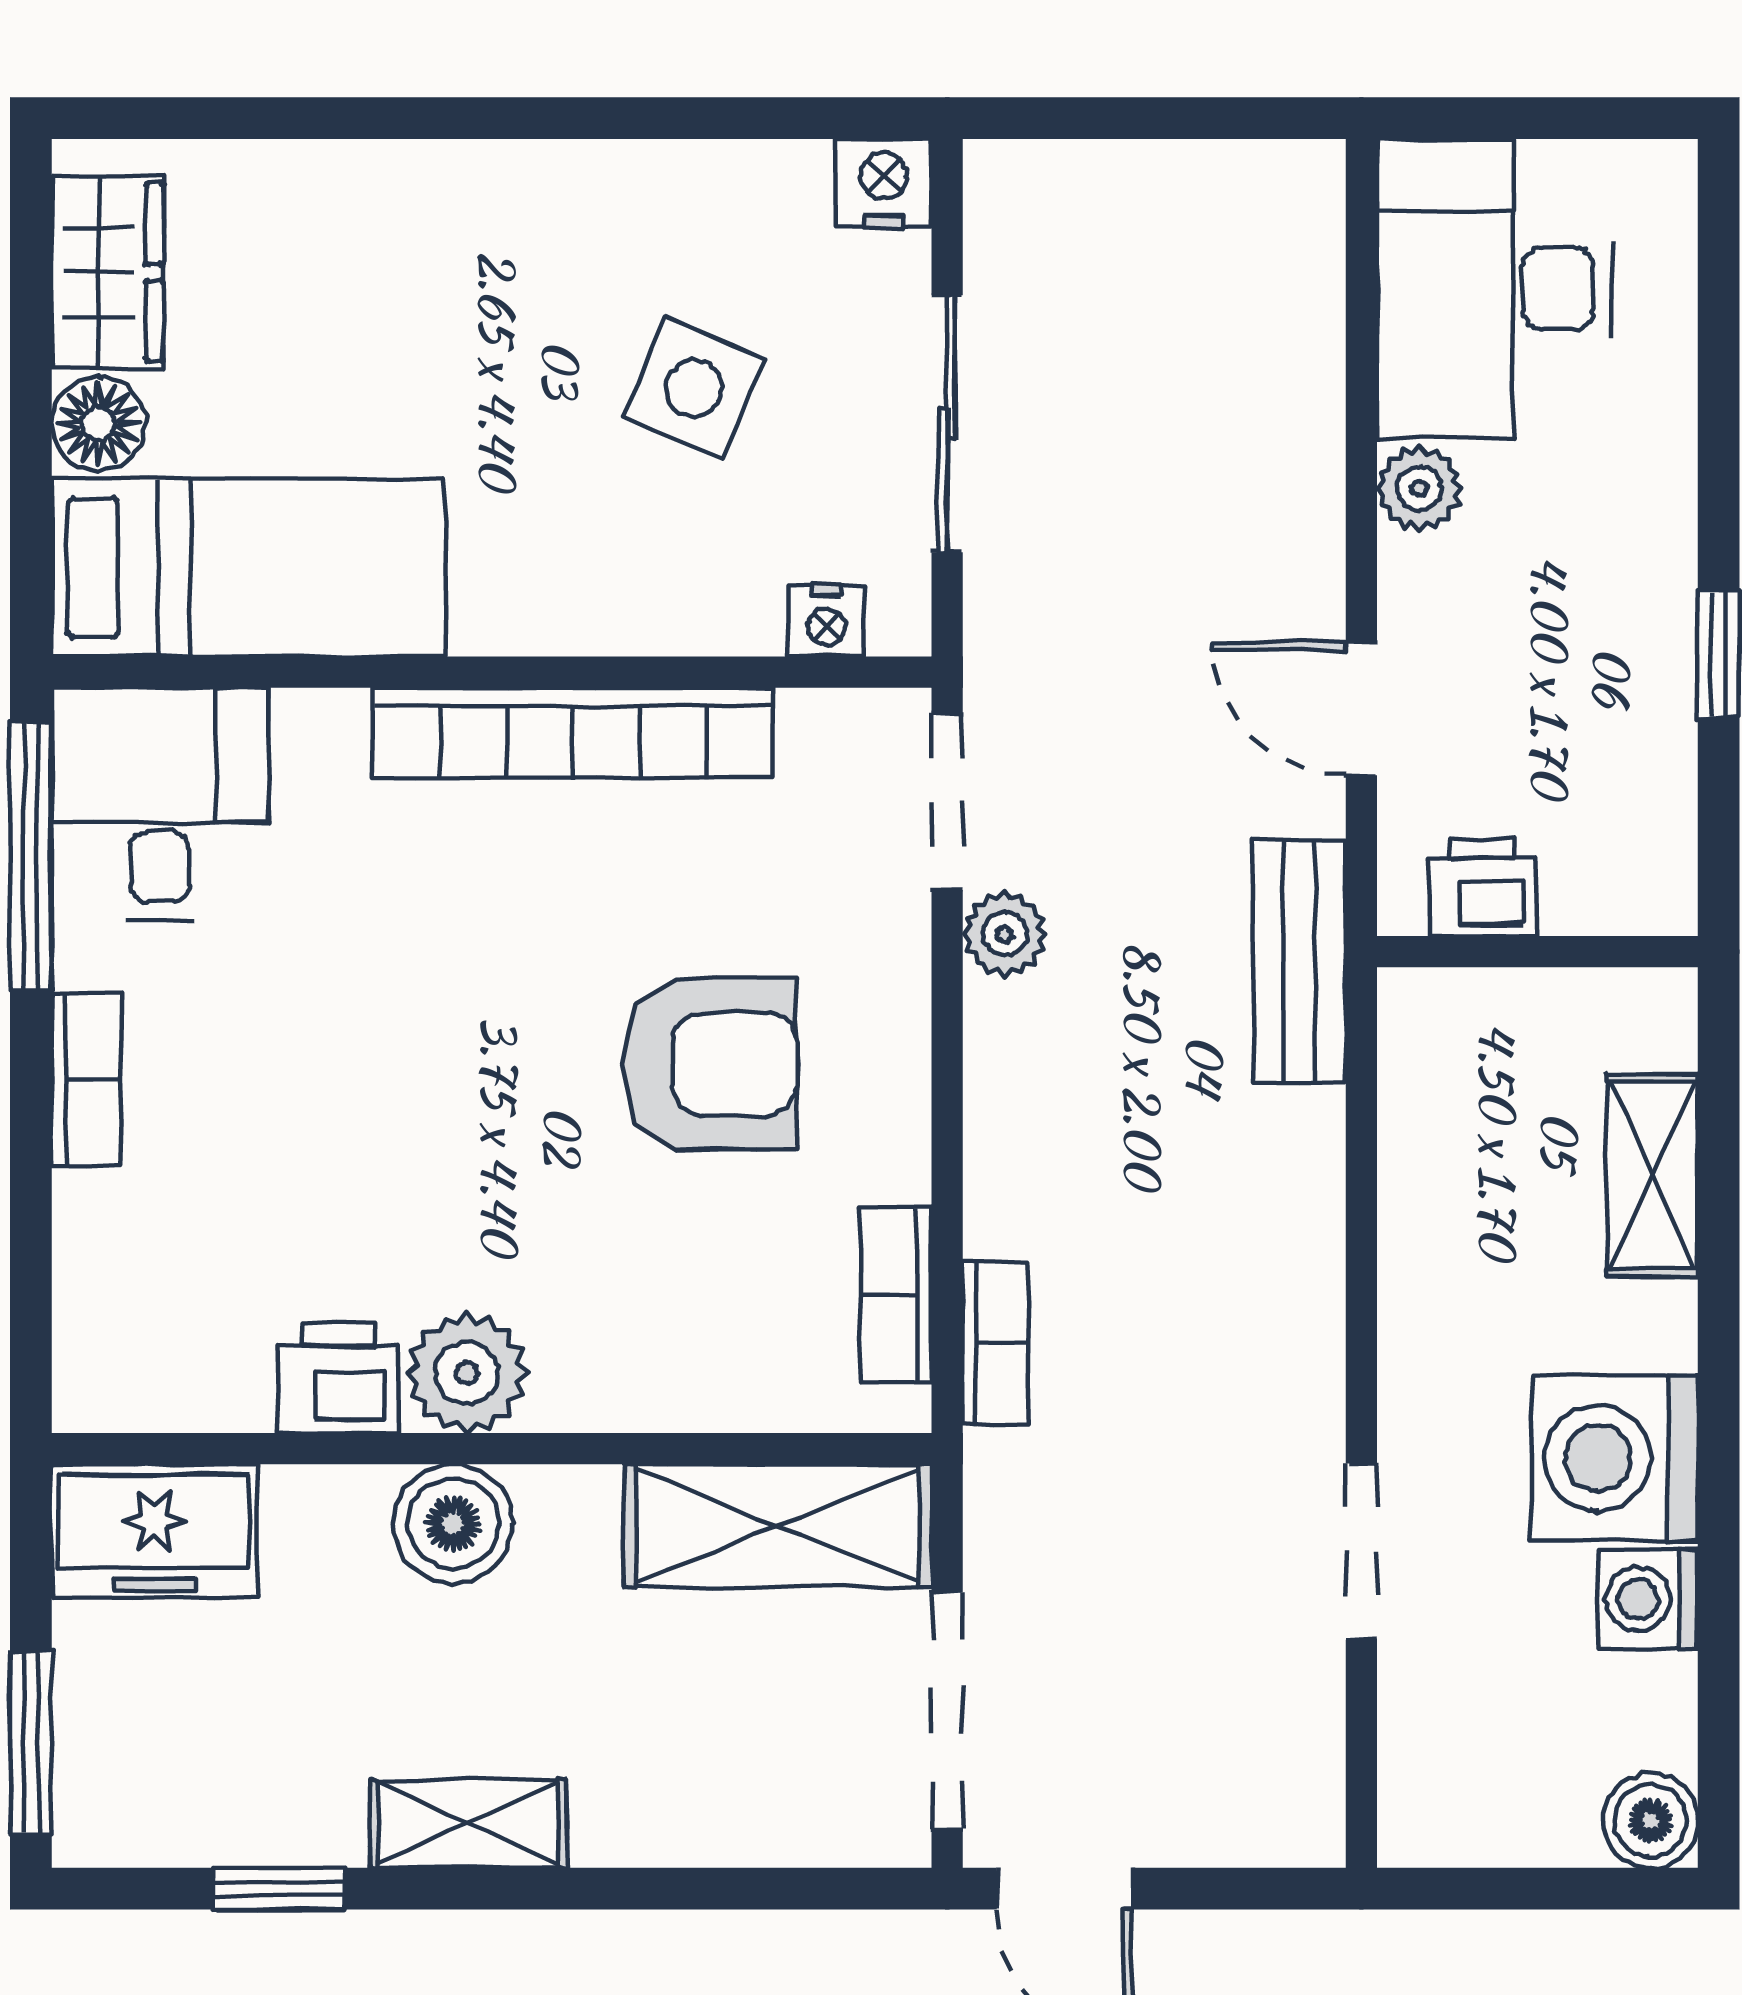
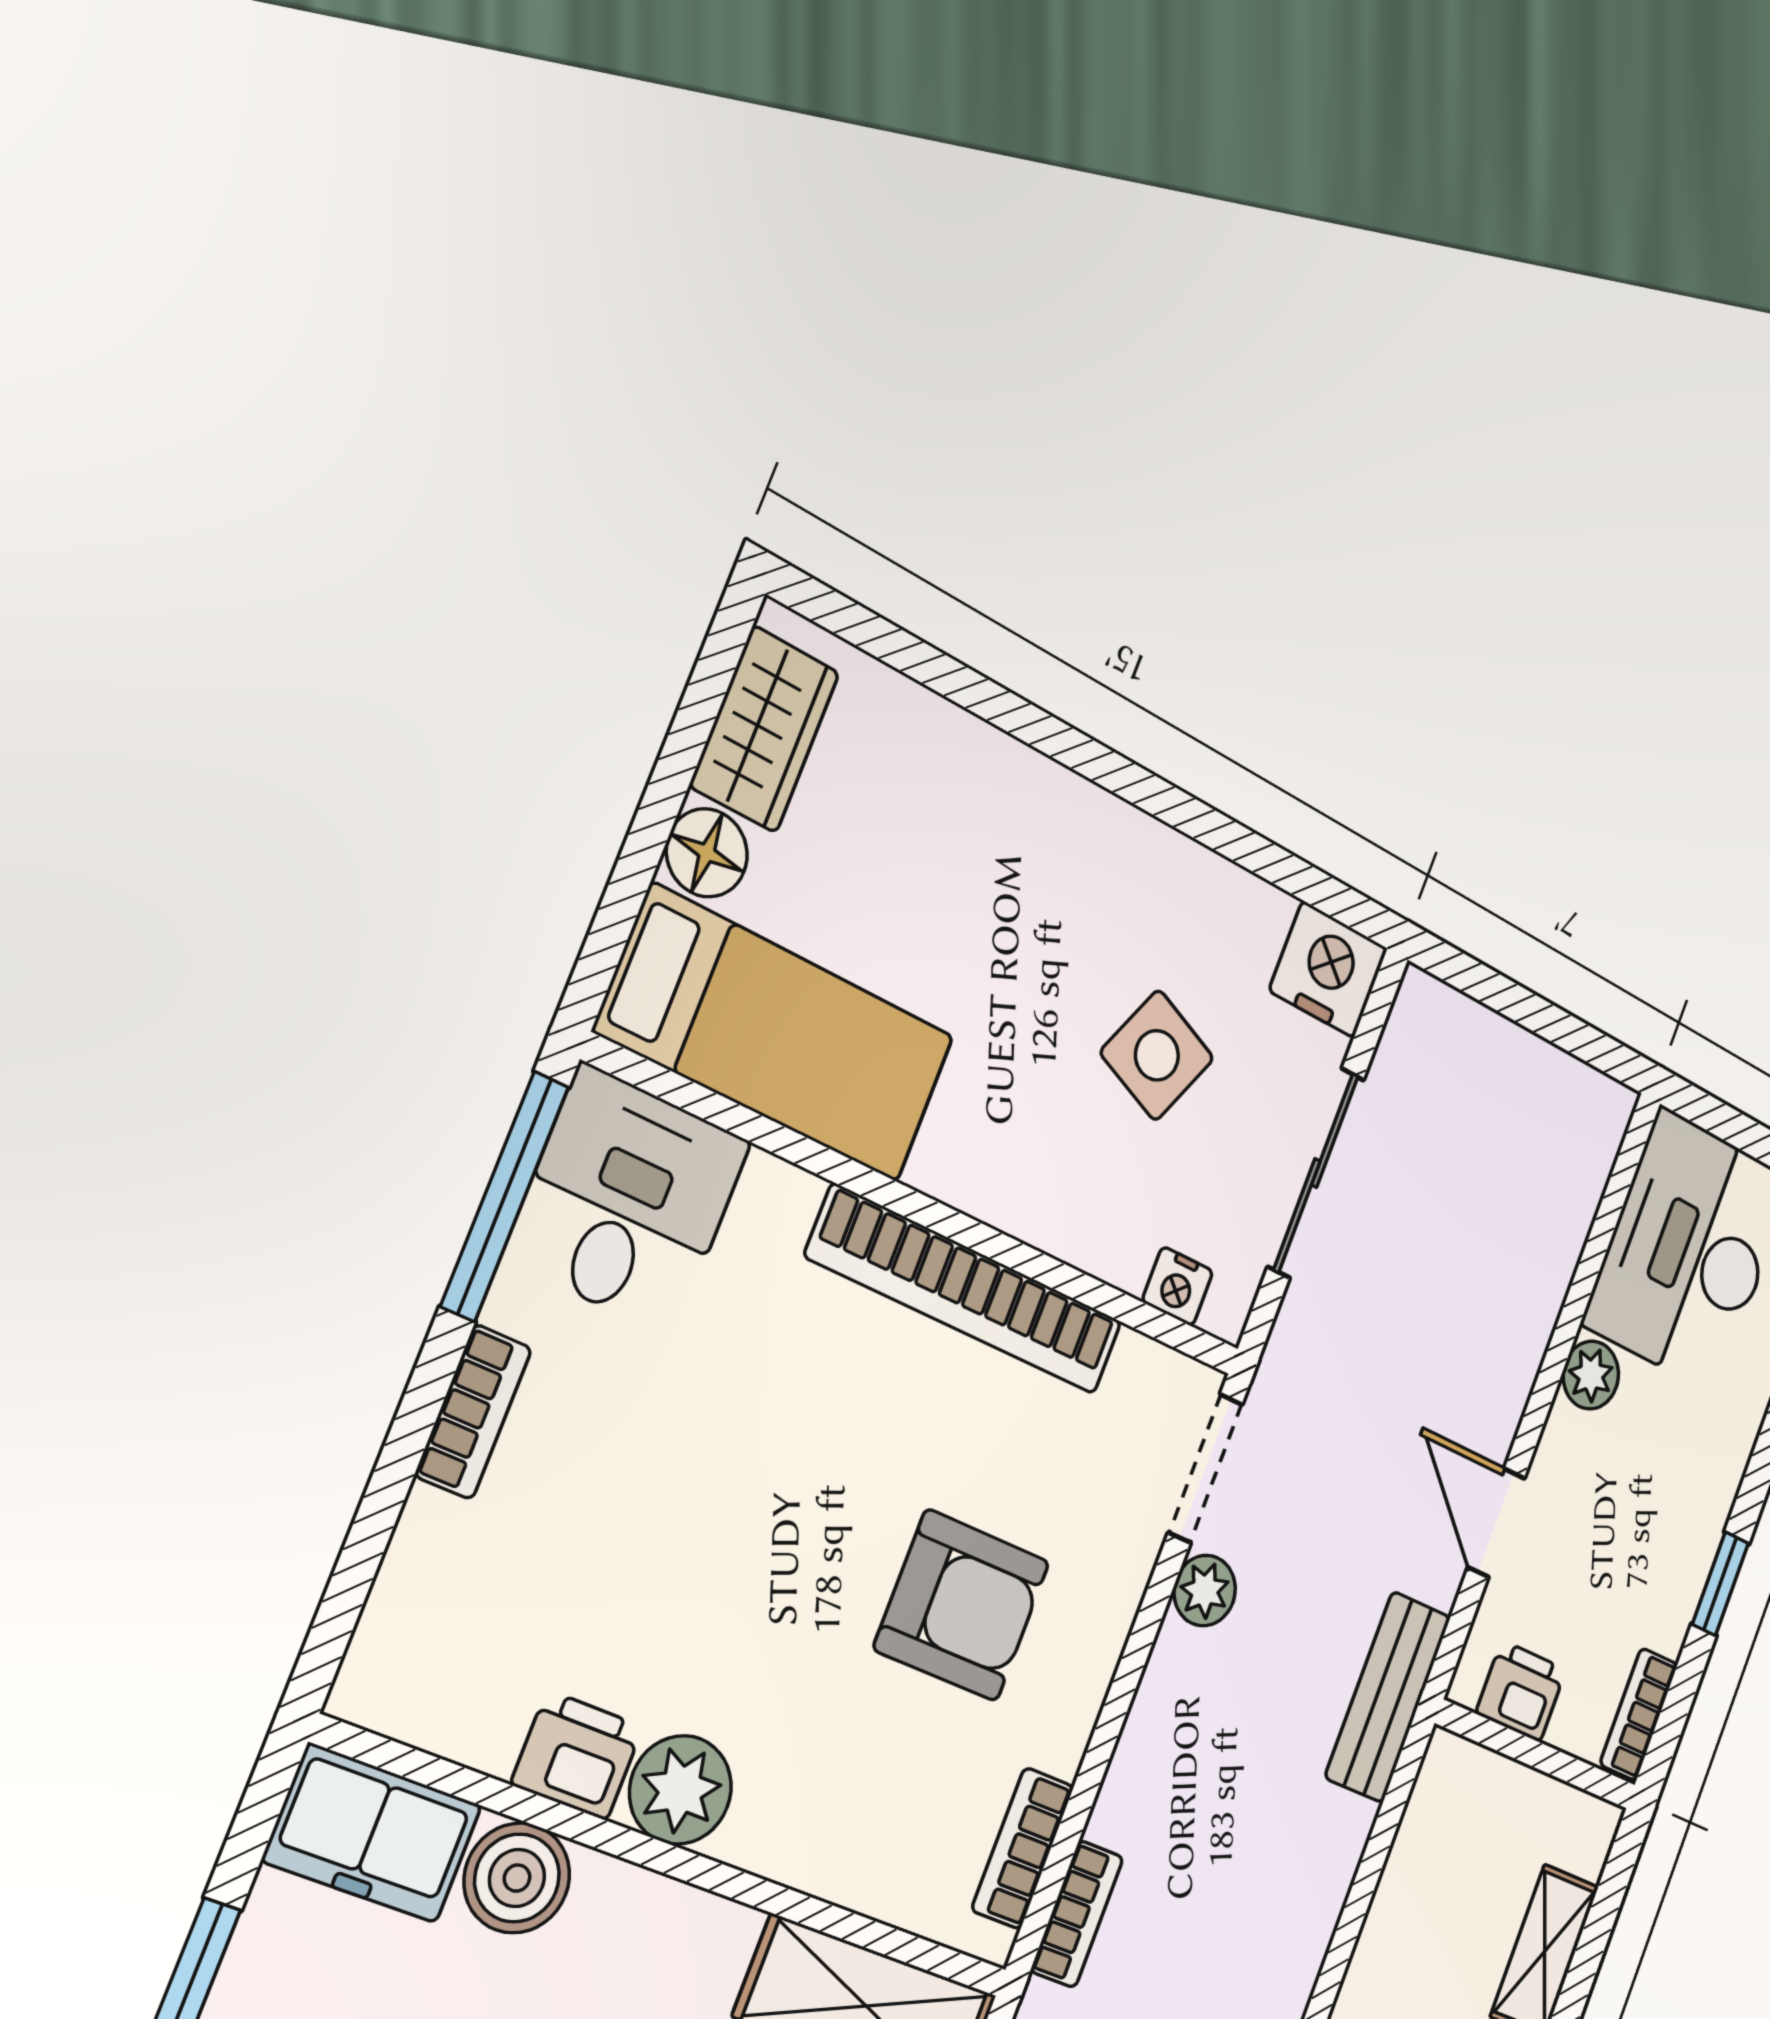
nightstand: (883, 183) -> (1328, 969), width x1.36, depth x1.33
bookcase: (1666, 851) -> (1639, 1714), added
boiler: (453, 1524) -> (517, 1878), moved

